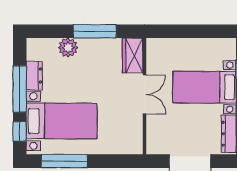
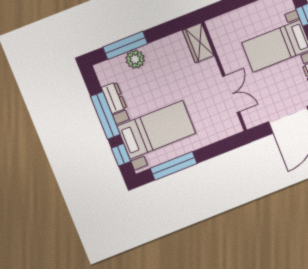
window: (95, 31) -> (125, 45), moved
double door: (145, 94) -> (231, 94), moved

